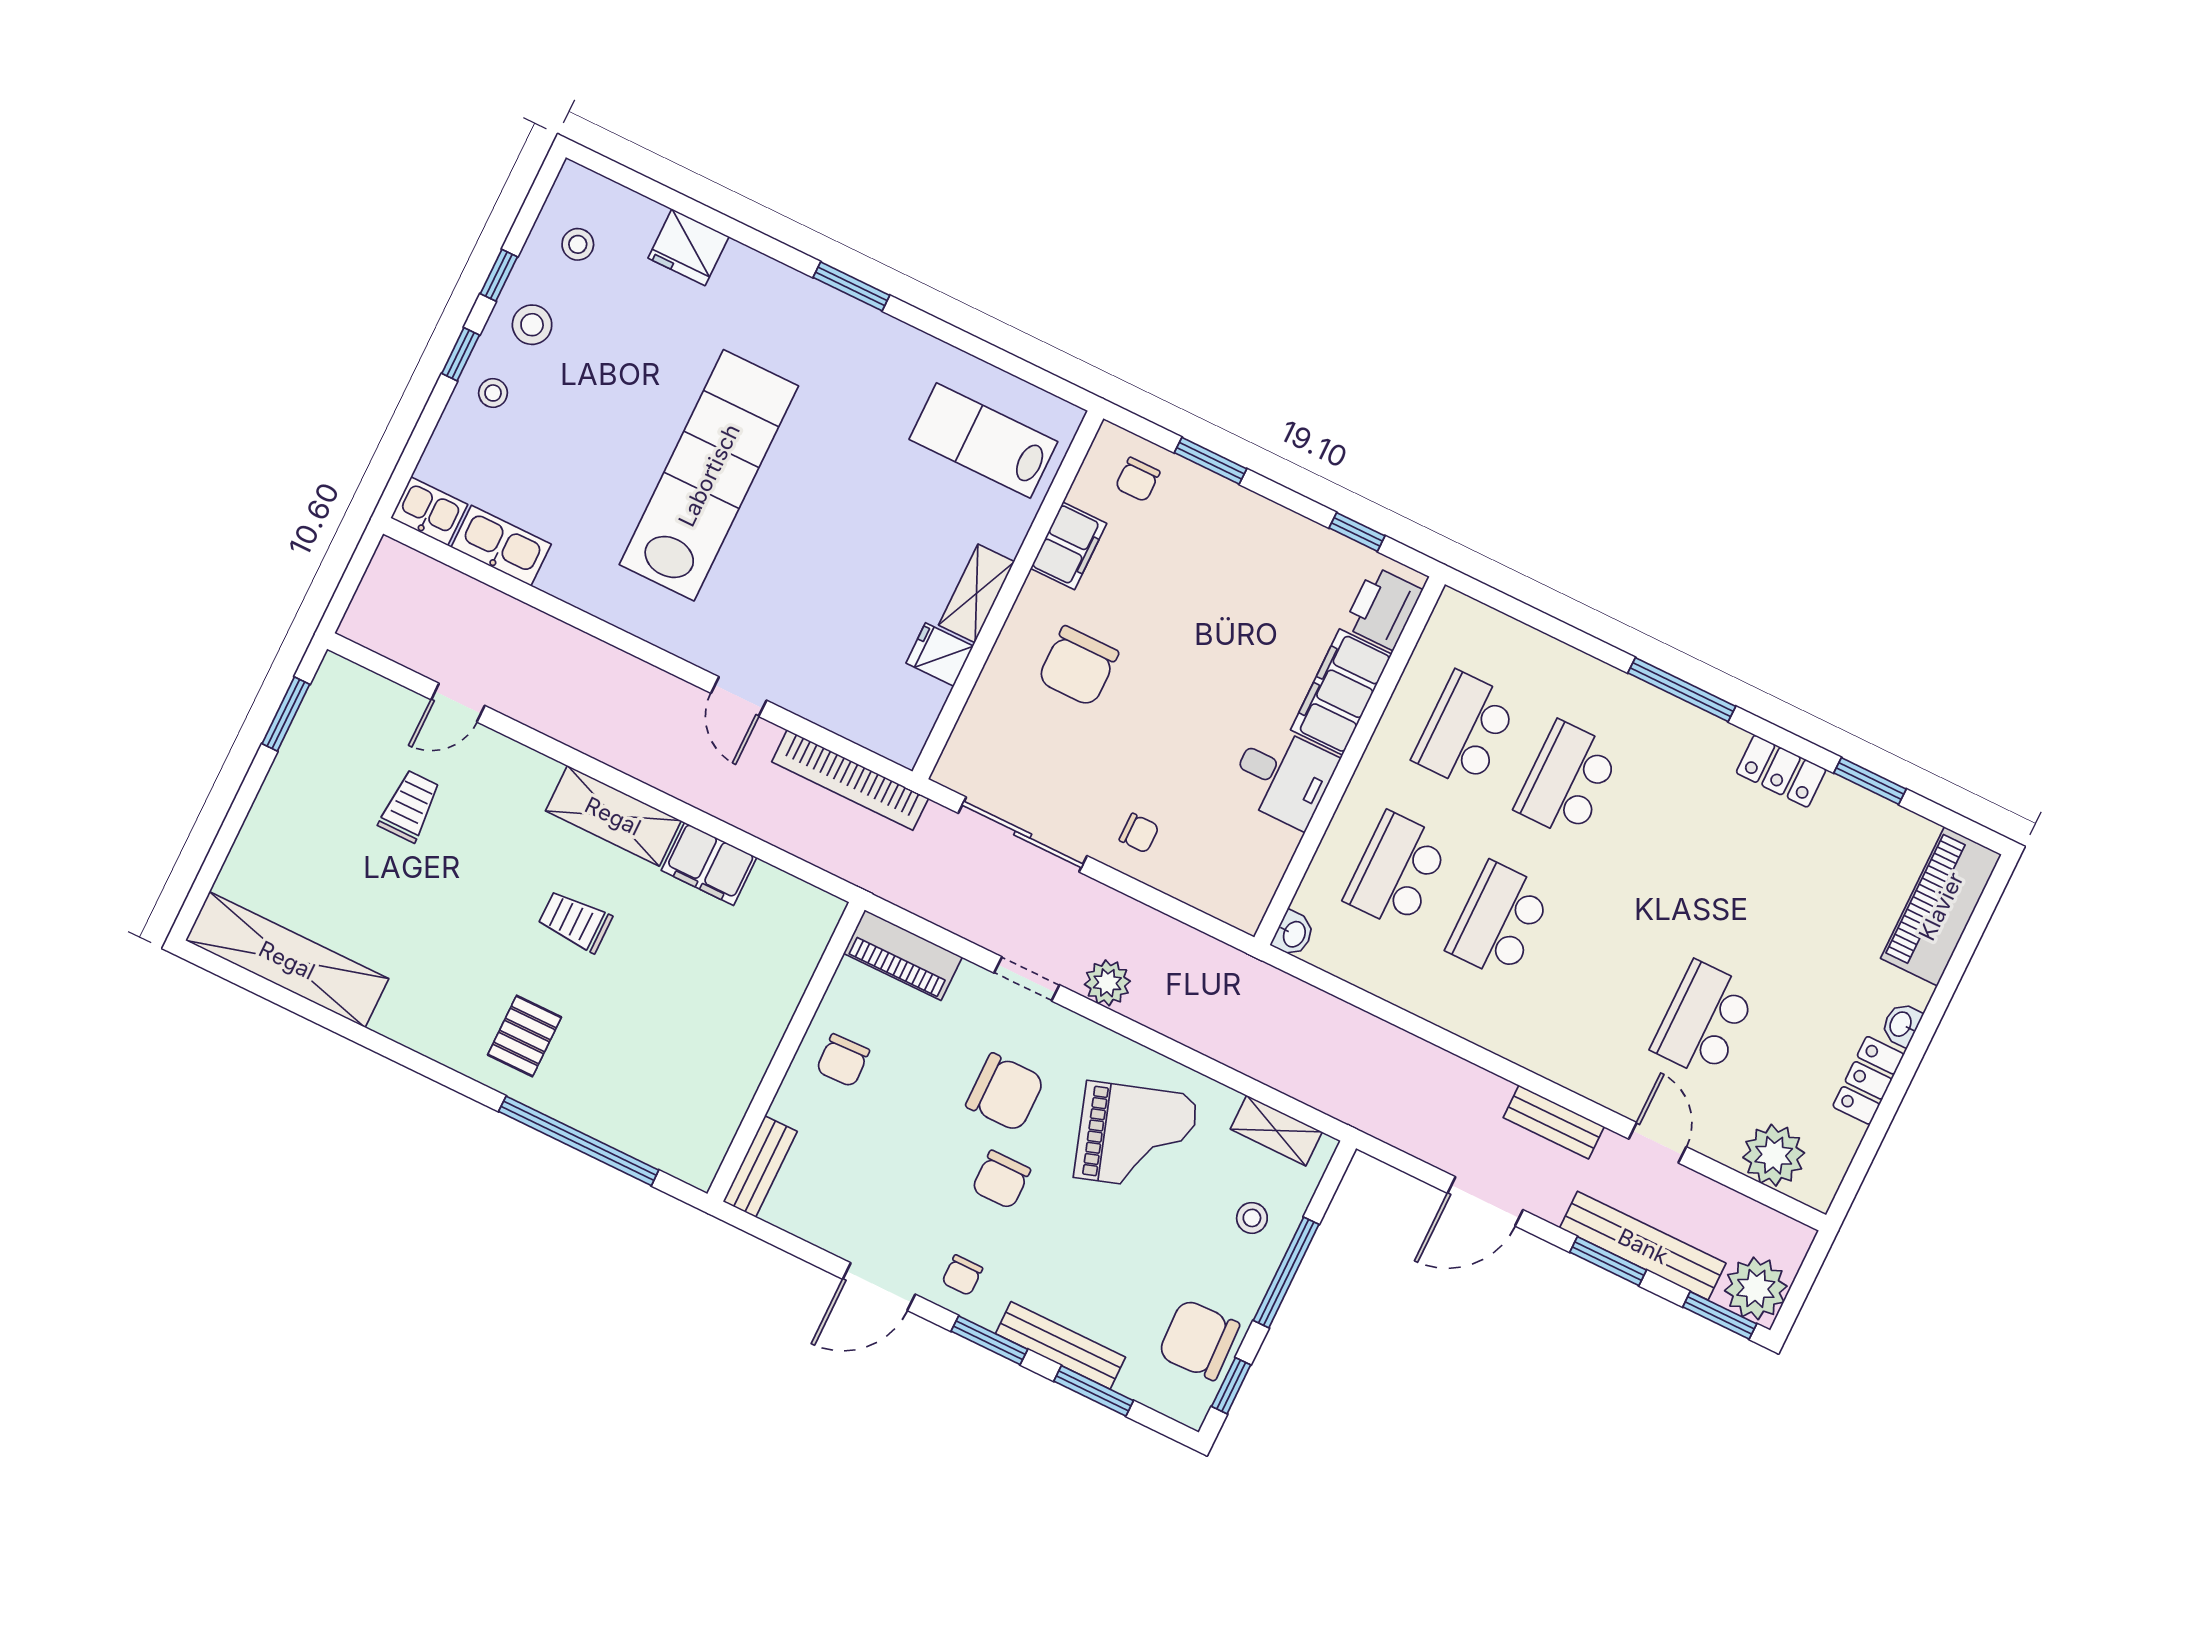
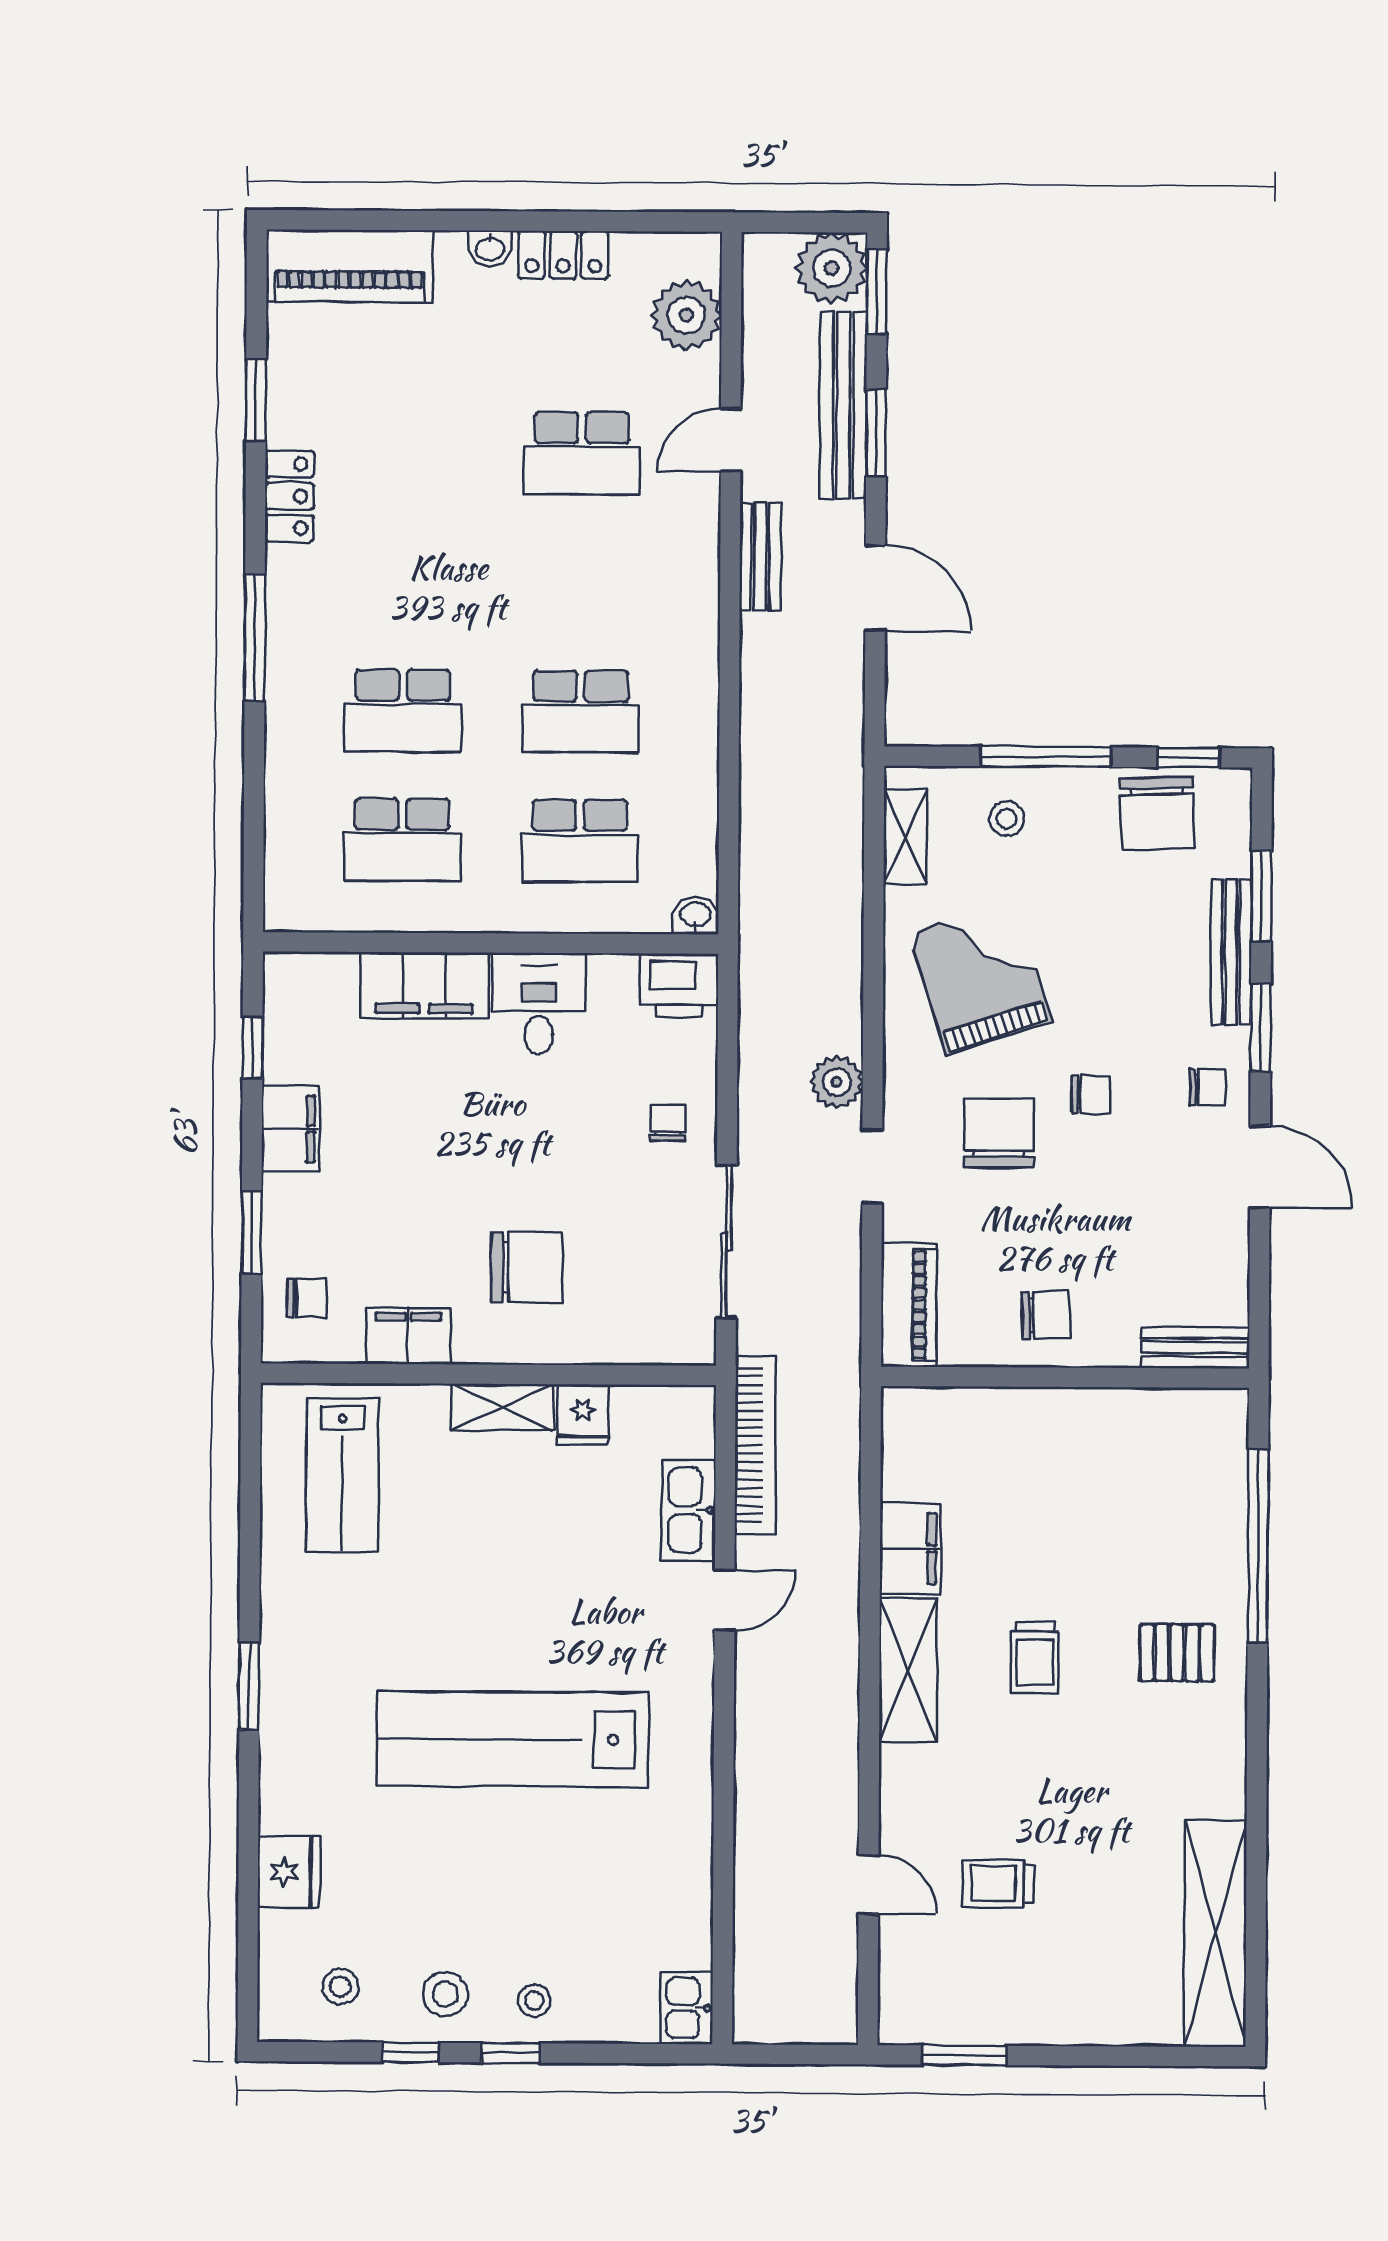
filing cabinet: (1278, 531) -> (291, 1129), added
kitchen sink: (501, 546) -> (689, 1510), moved
printer: (1383, 608) -> (679, 986), moved
chair: (1001, 1180) -> (1090, 1094), width x0.73, depth x0.73

